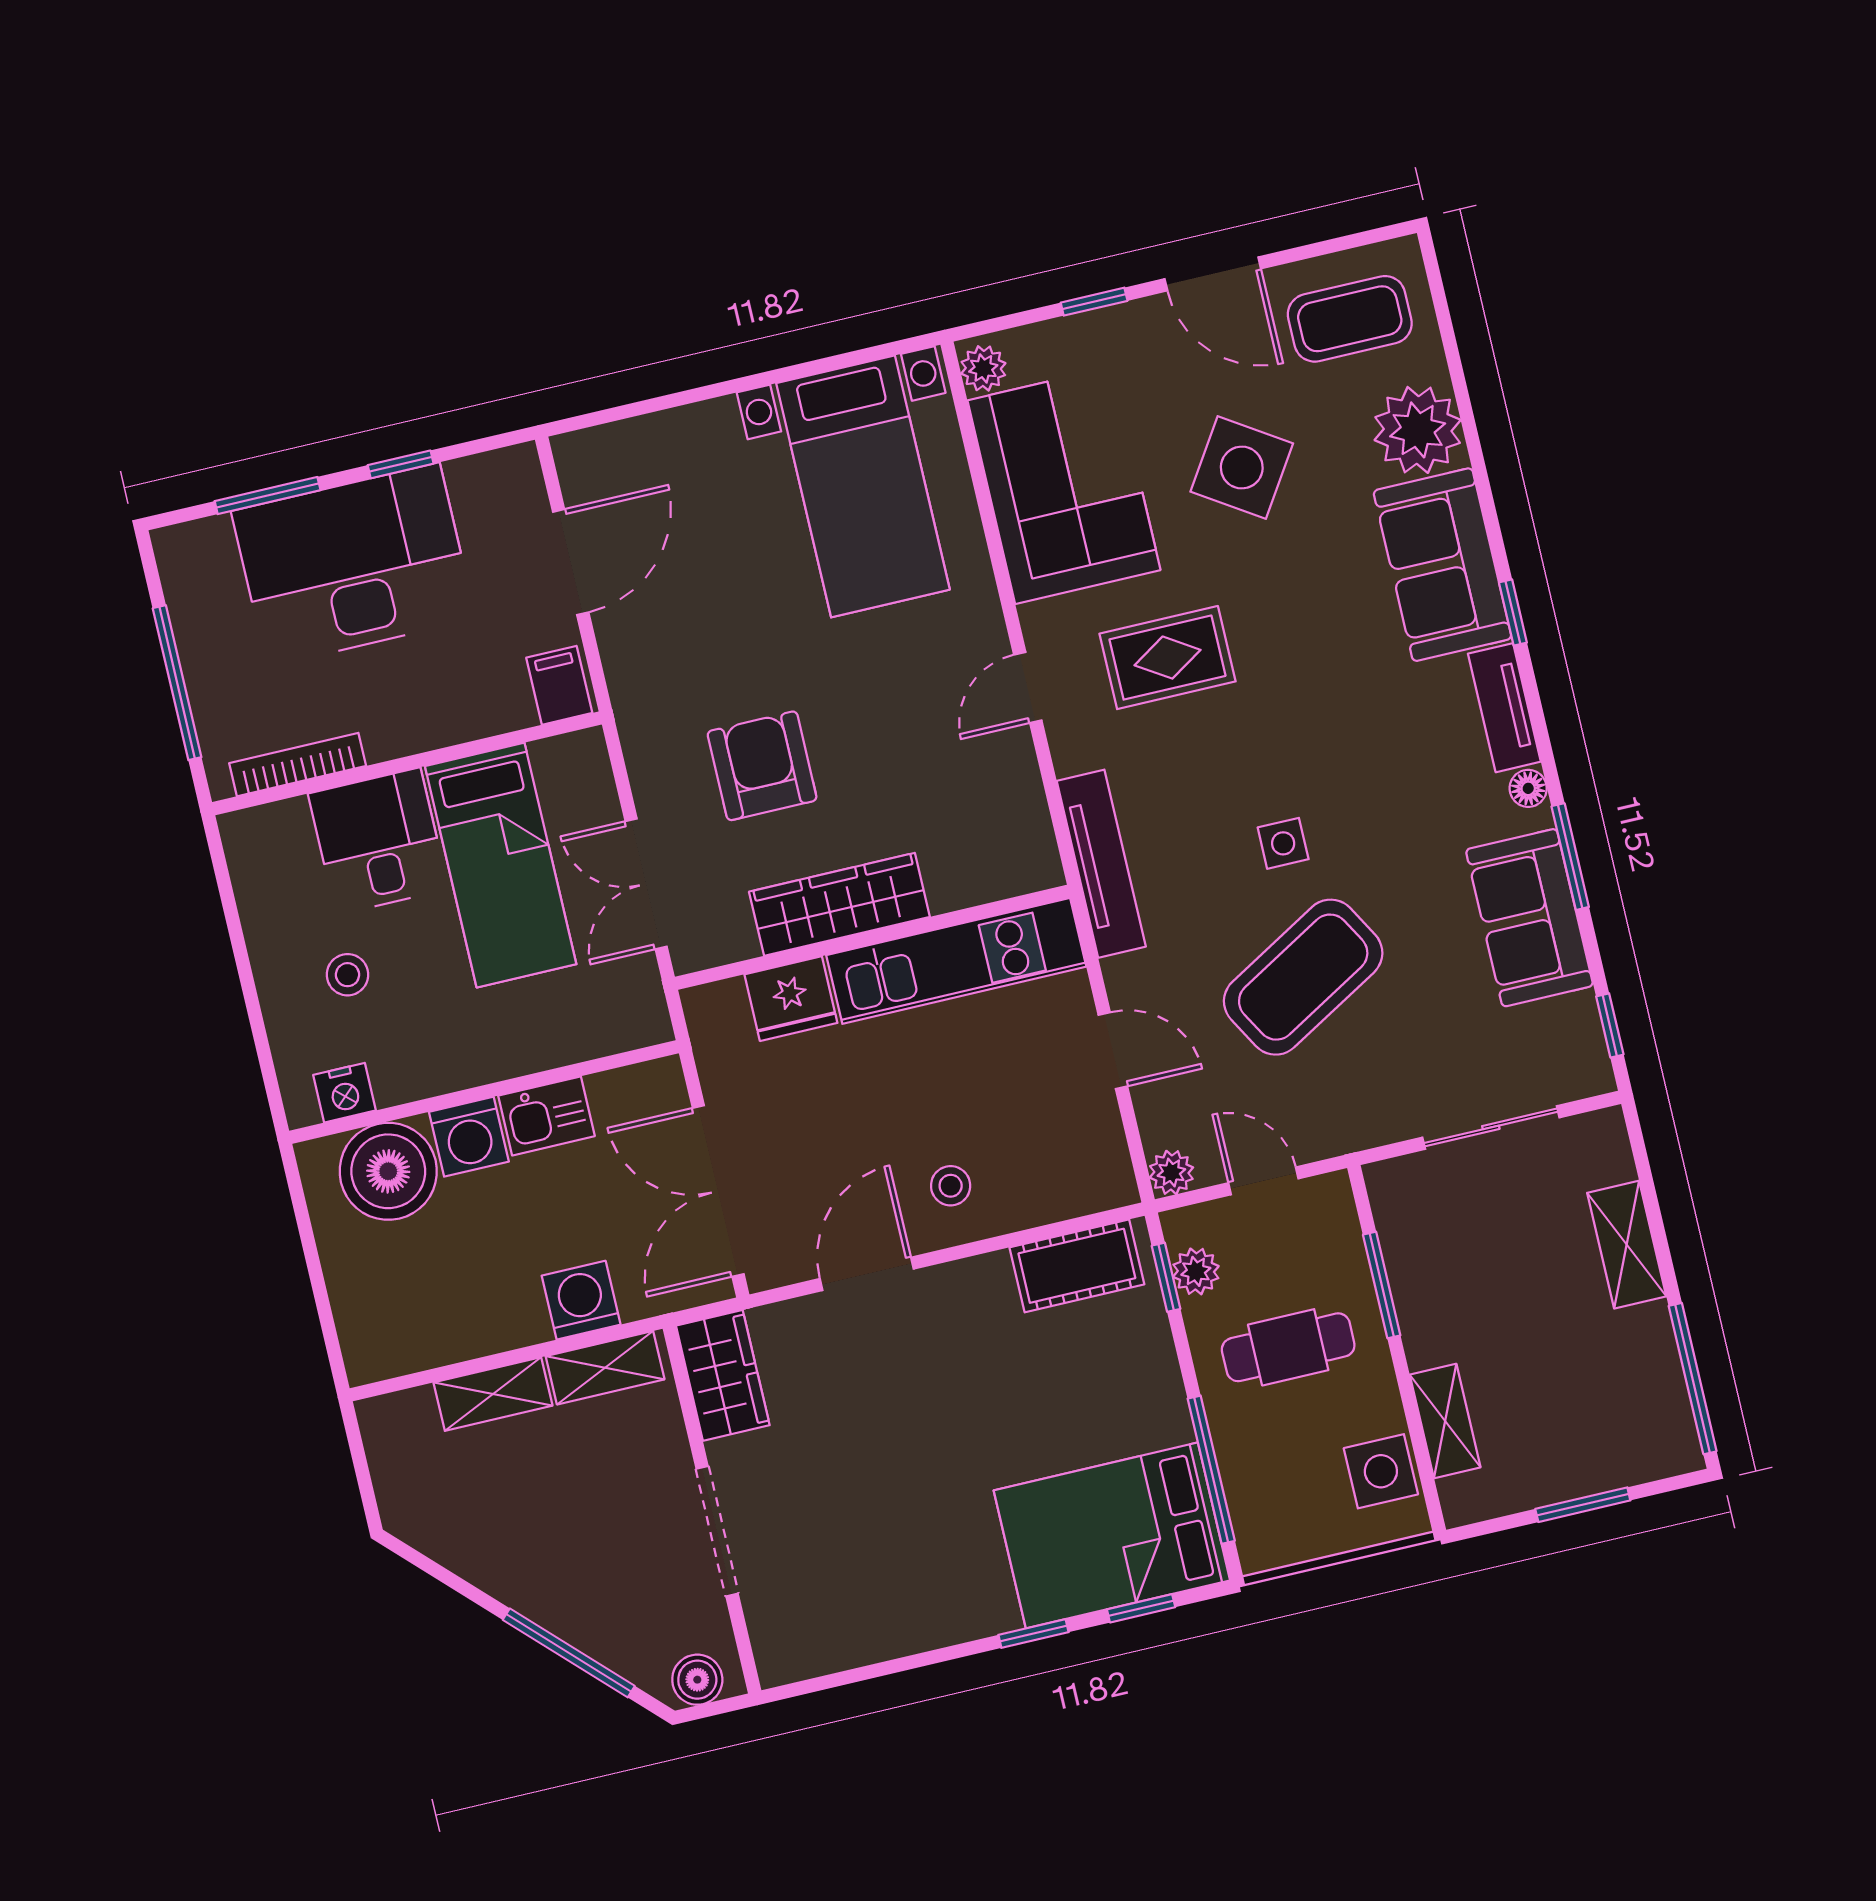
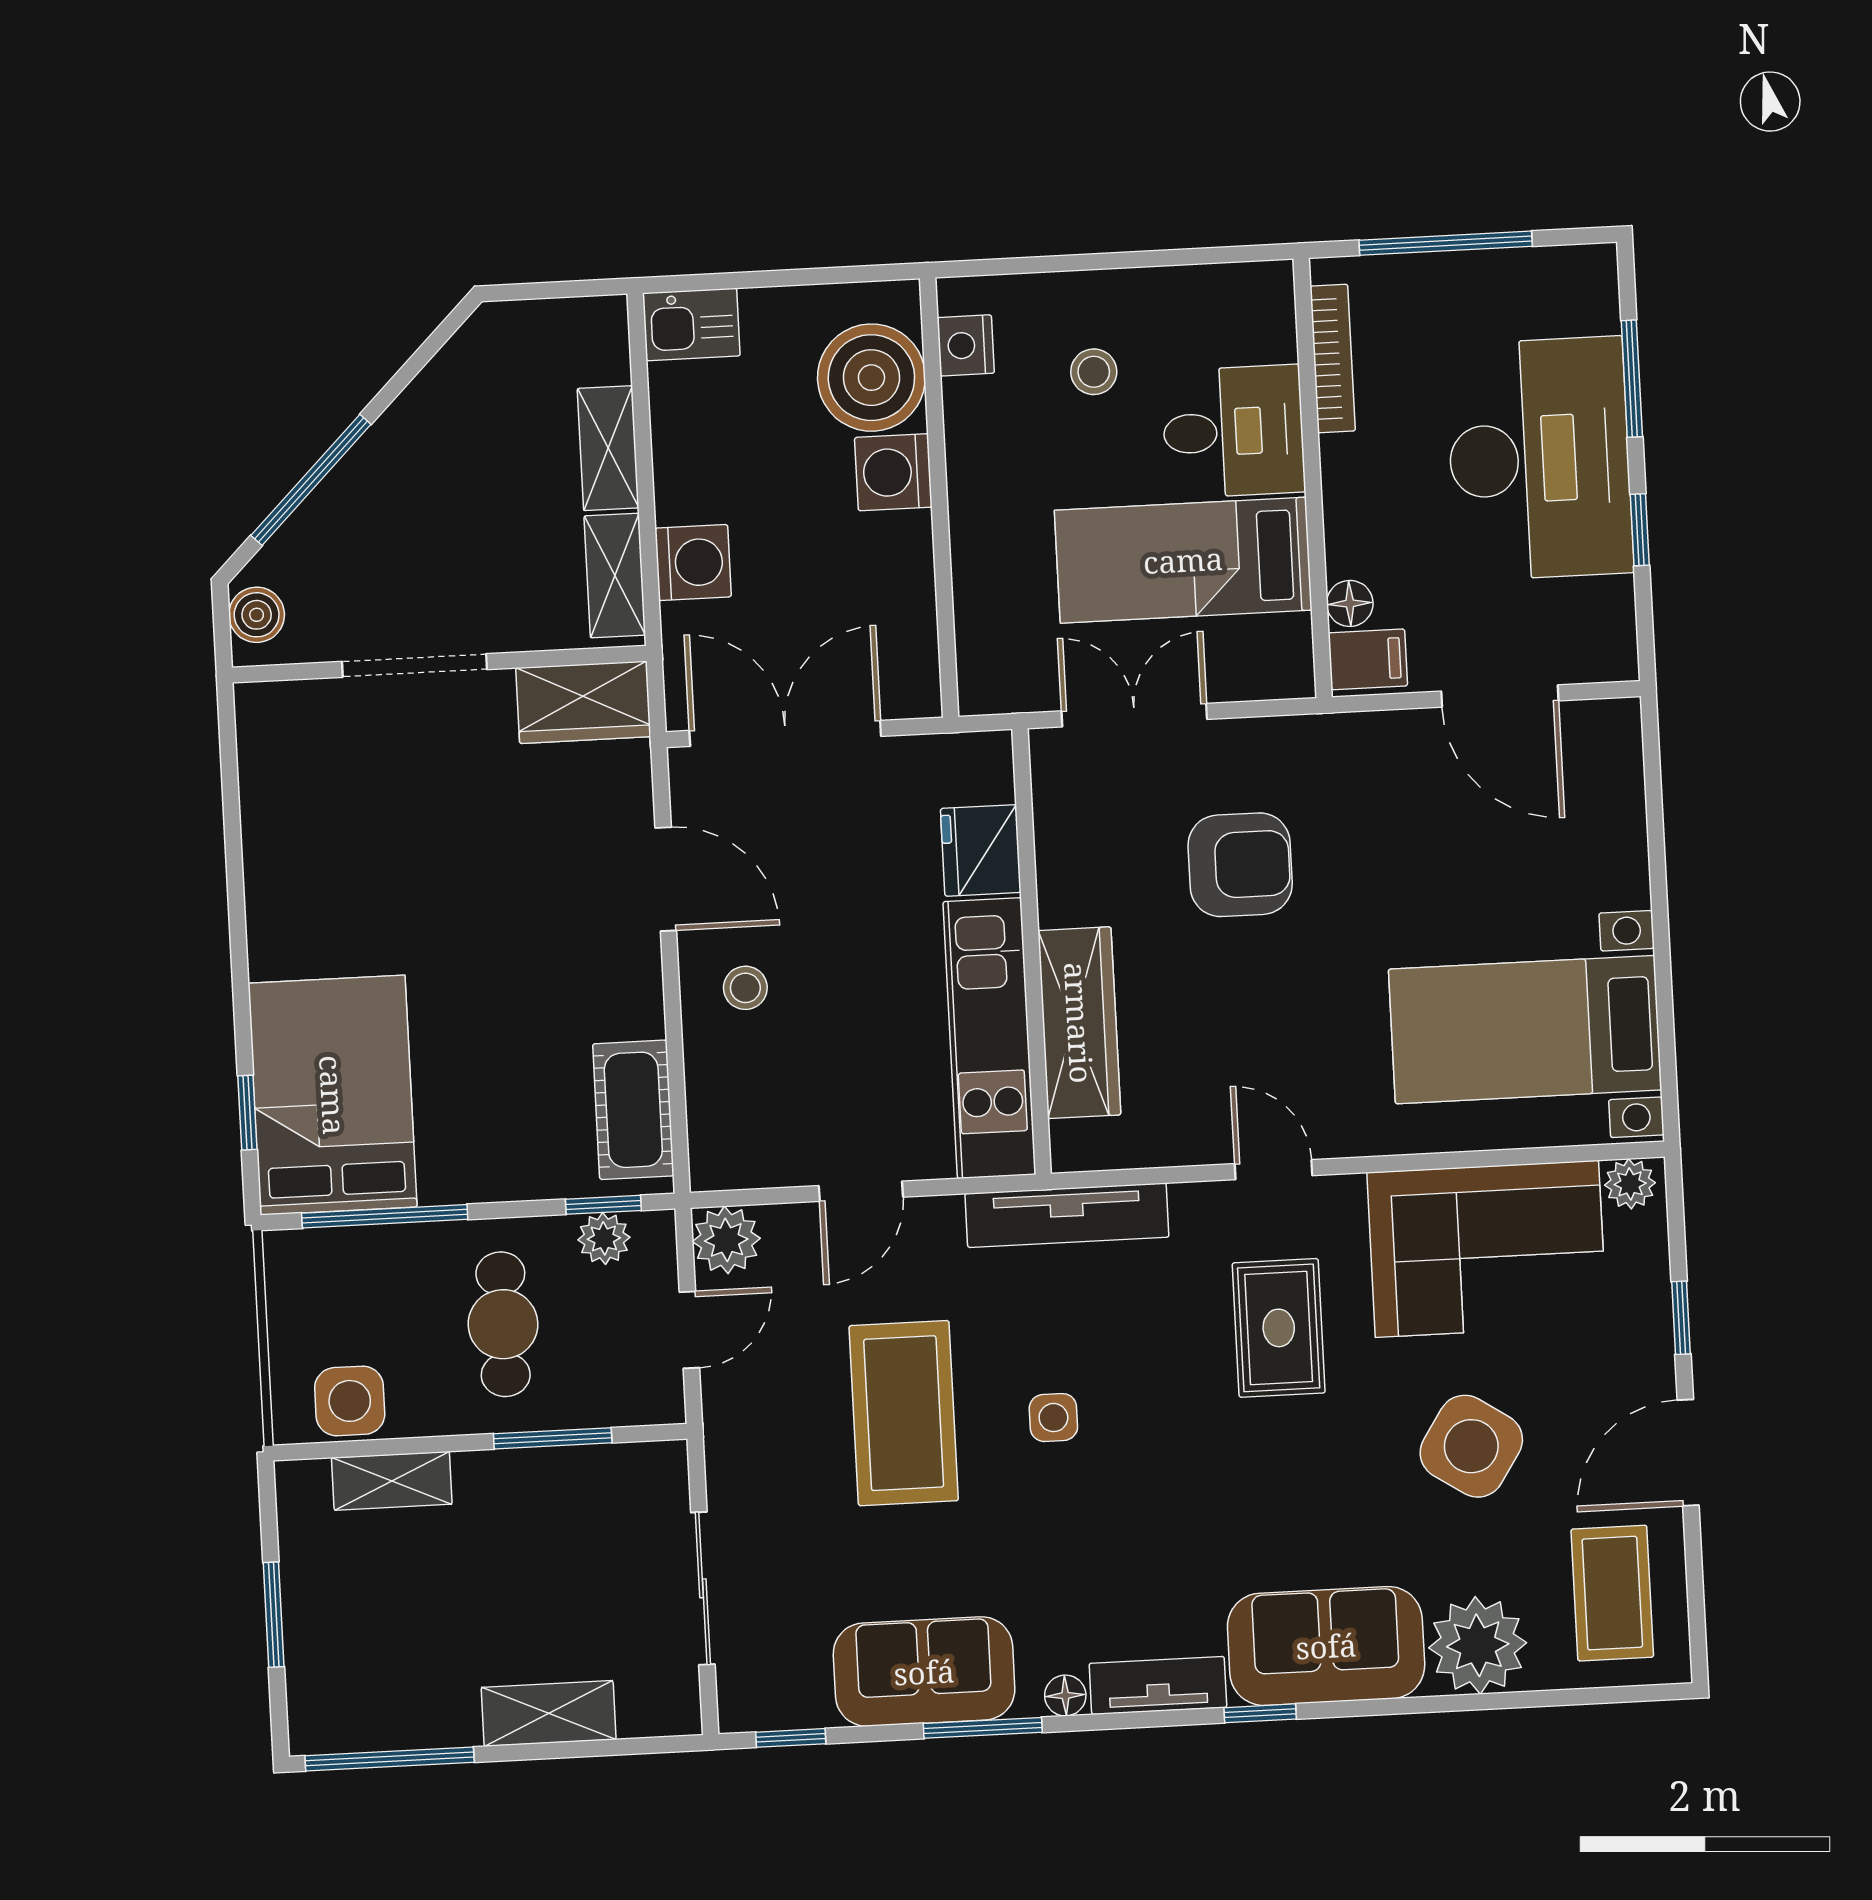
floor lamp: (512, 710) -> (1350, 603), added
wardrobe: (839, 904) -> (1079, 1023), moved
coffee table: (1303, 977) -> (904, 1413), turned 30
kitchen sink: (546, 1116) -> (691, 324), moved, turned -90
plant: (1171, 1173) -> (726, 1240), width x1.38, depth x1.38
window: (1033, 1633) -> (241, 990), removed

